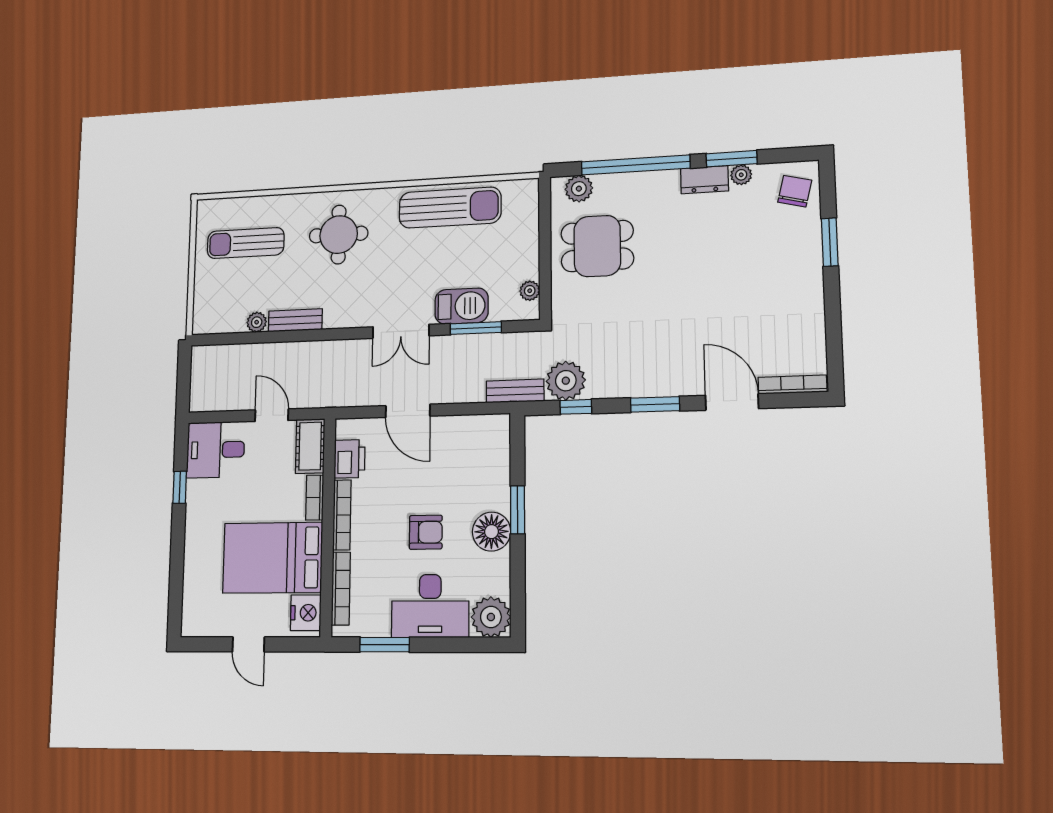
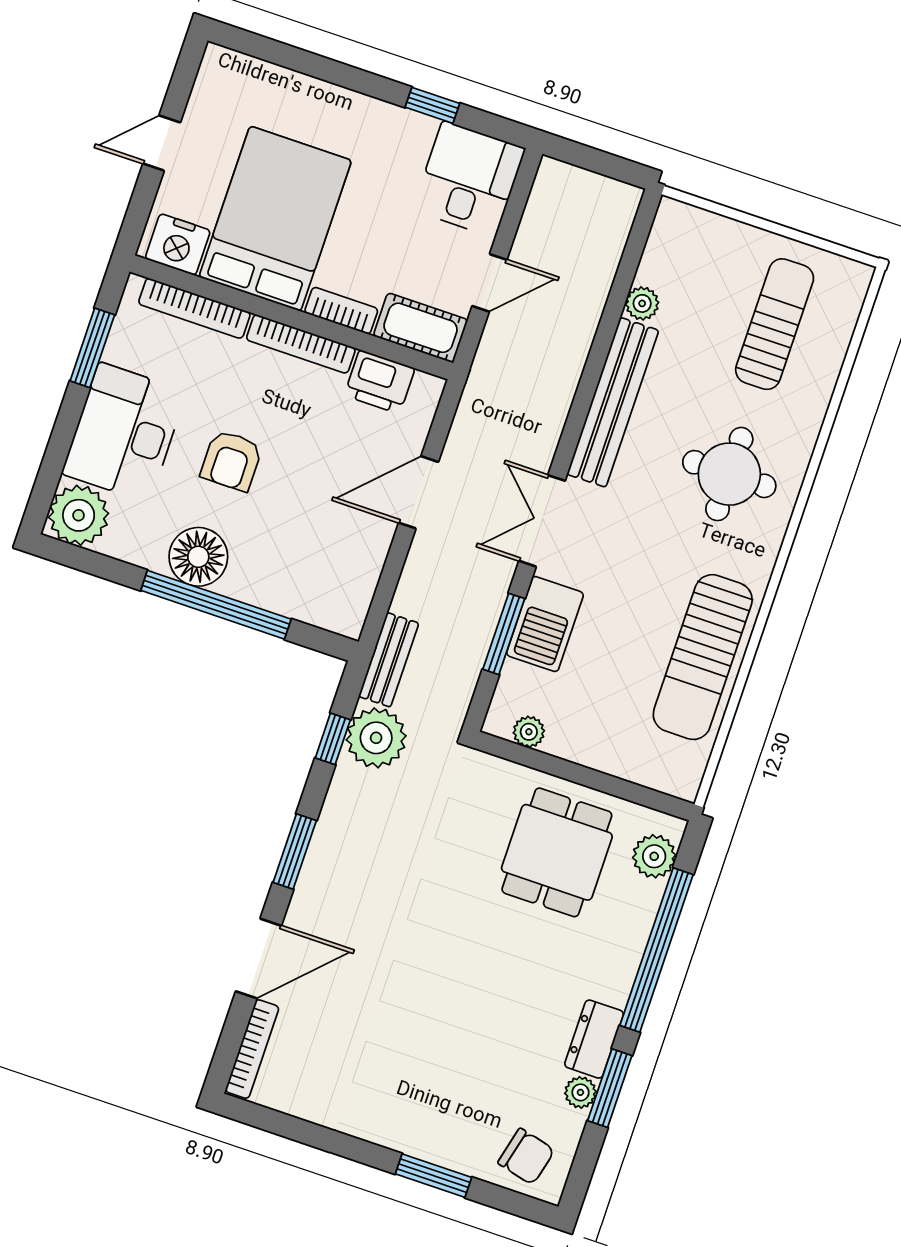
bench: (295, 320) -> (613, 402), width x1.86, depth x1.21
window: (518, 510) -> (216, 605), width x2.11

